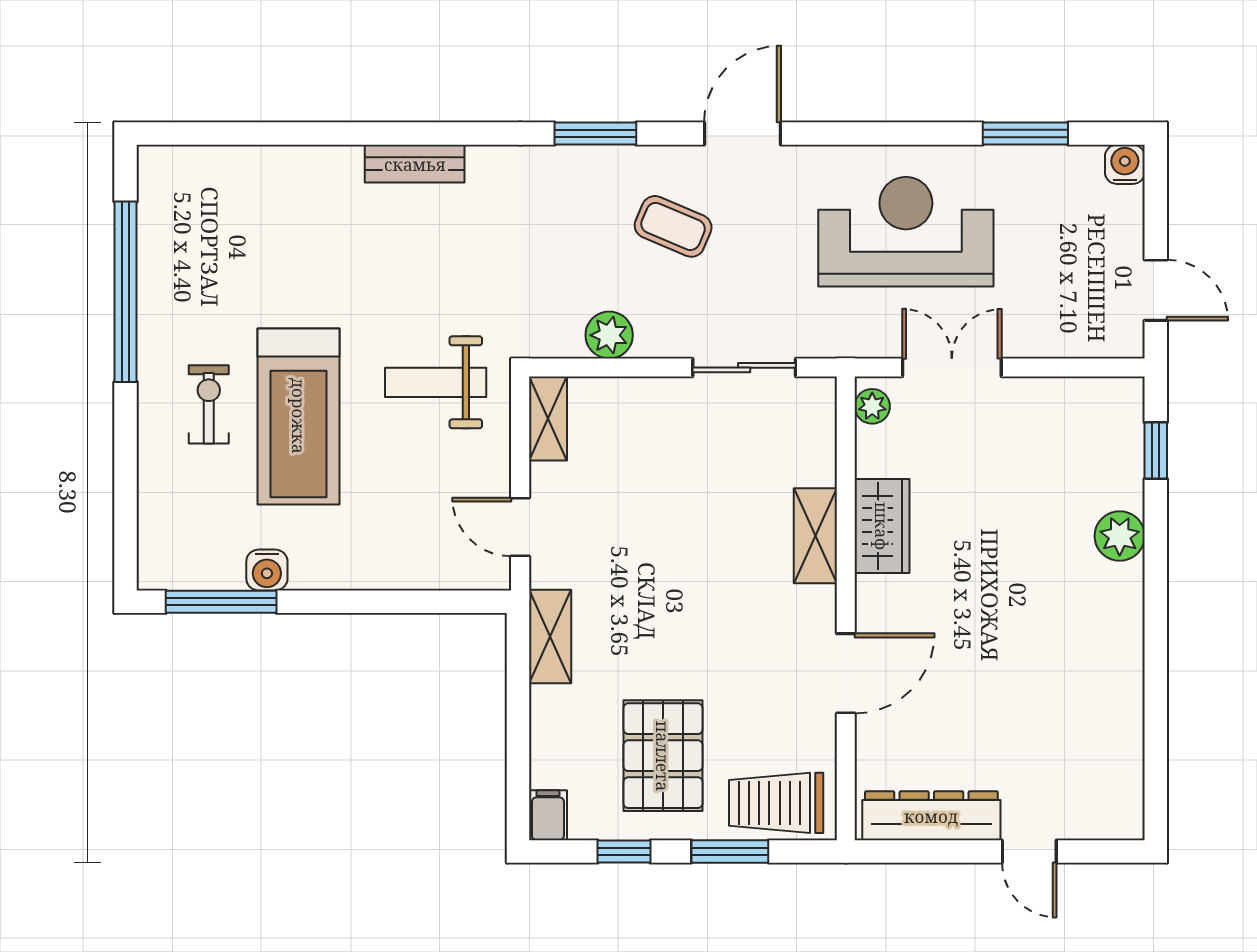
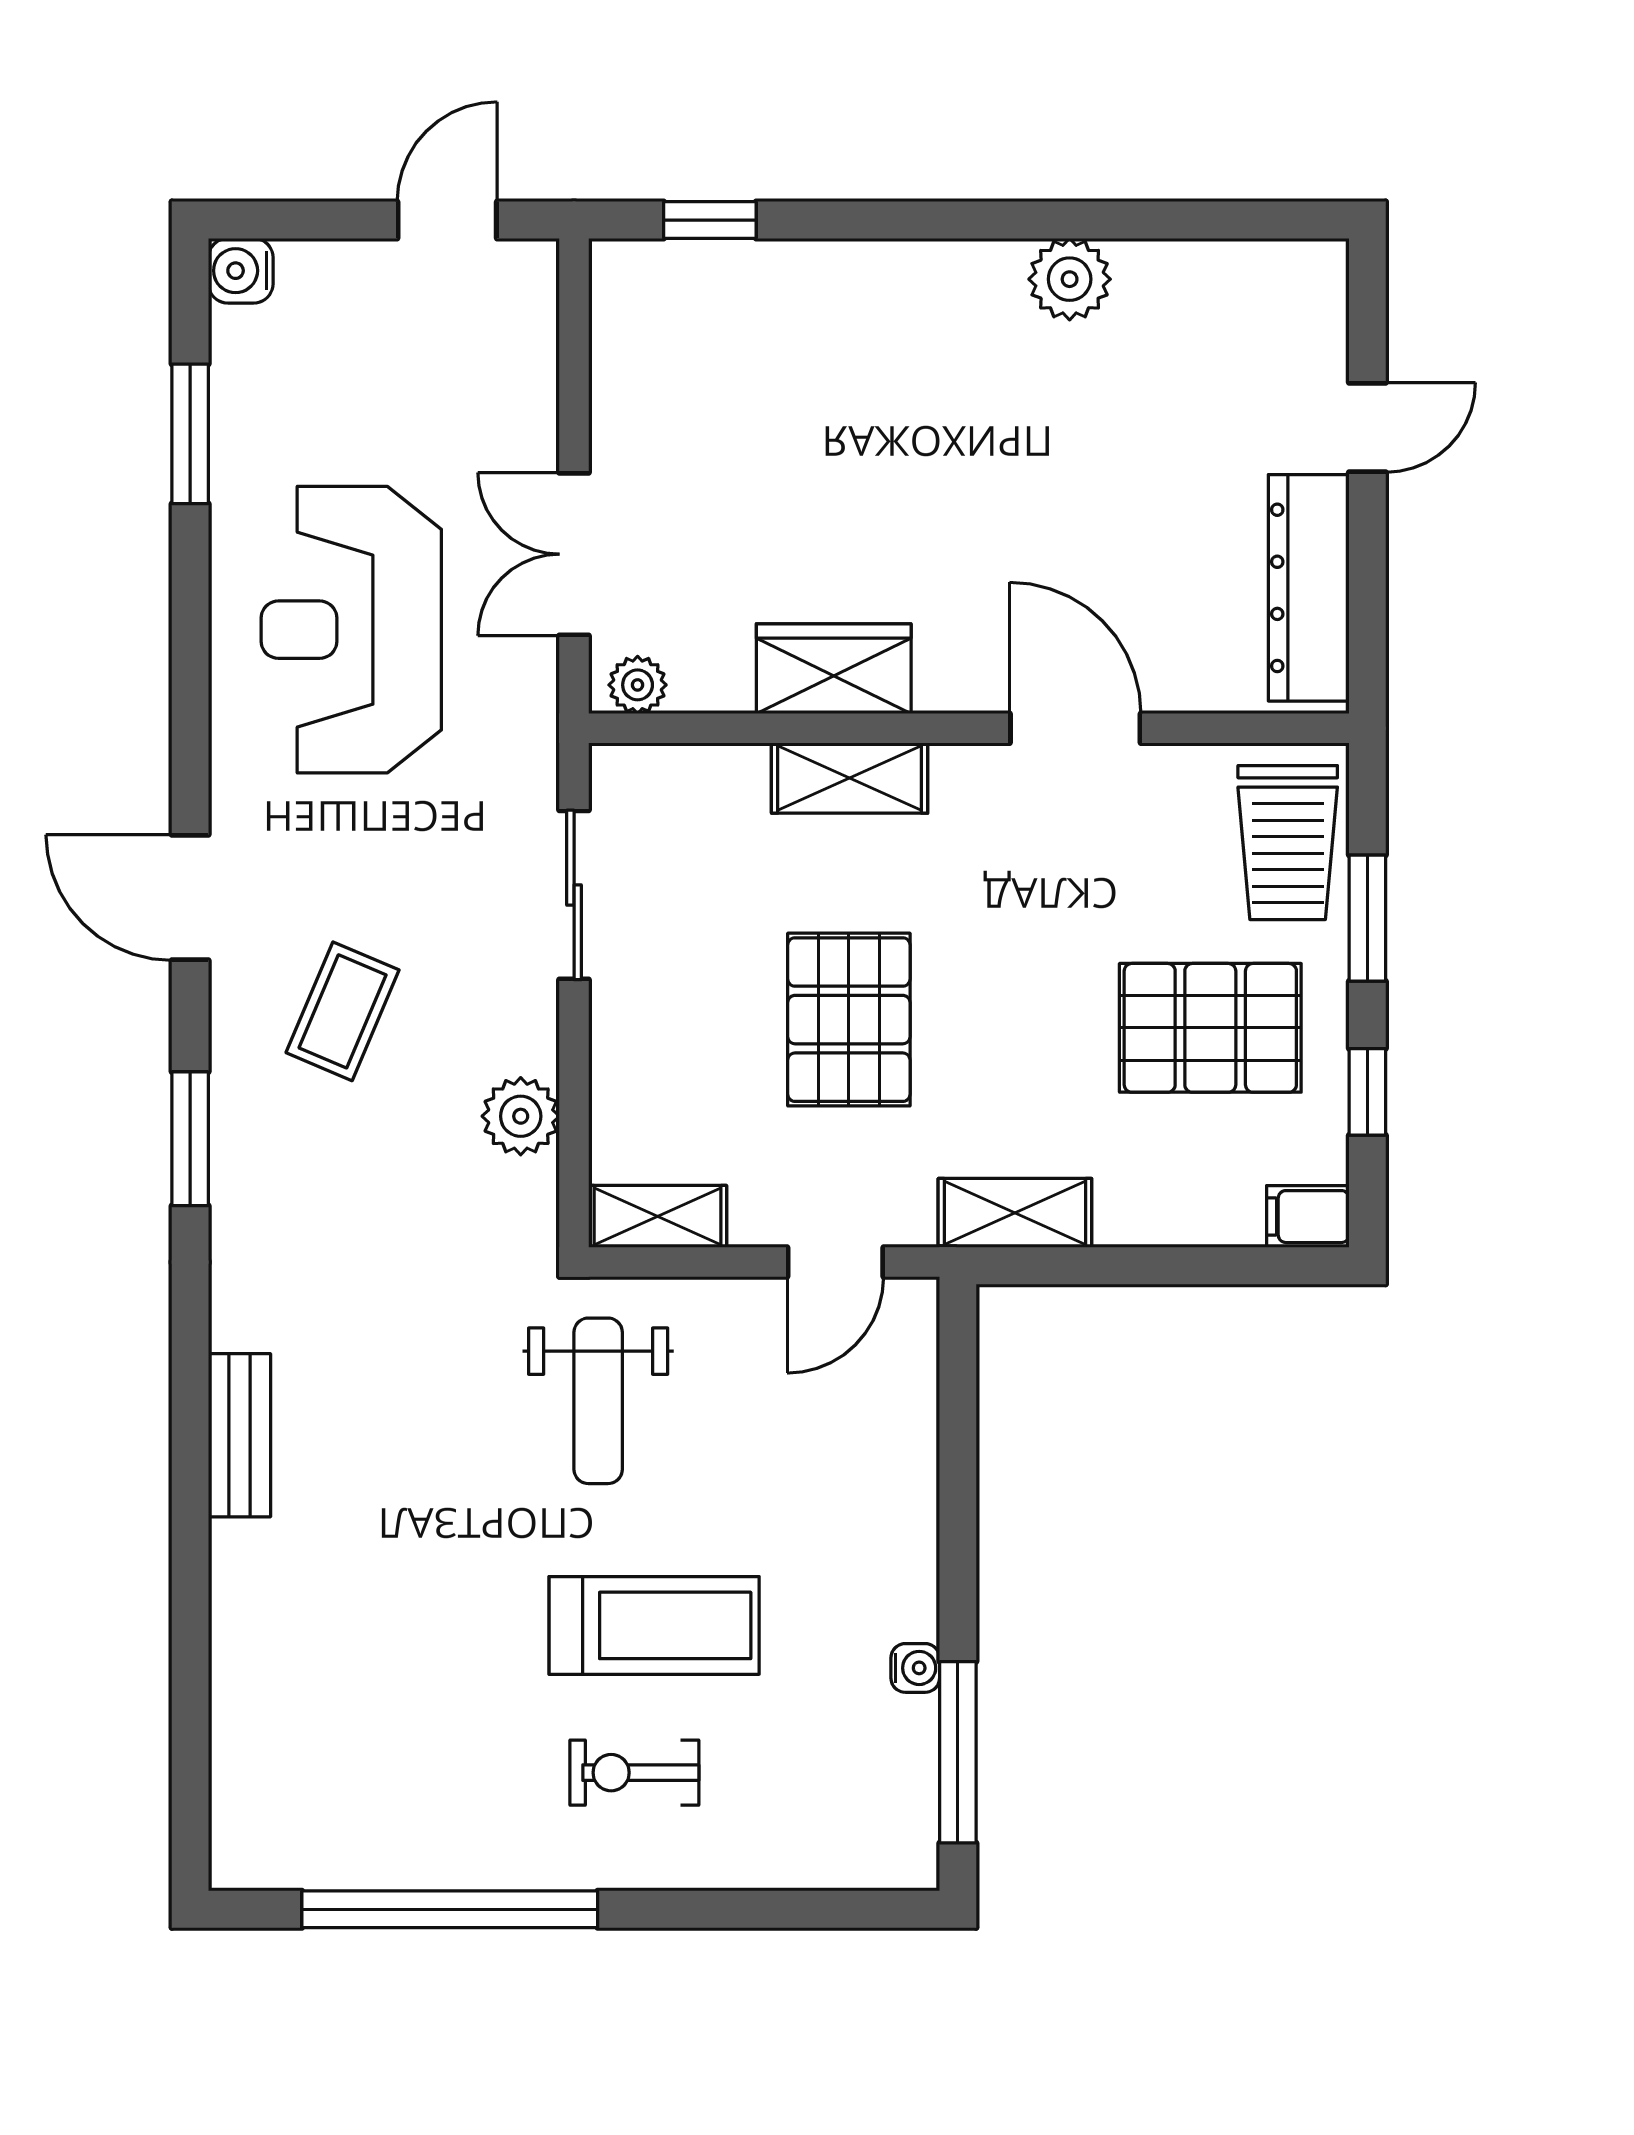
treadmill: (299, 416) -> (654, 1625), width x0.73, depth x0.73
pallet: (668, 535) -> (849, 1020), added
plant: (1120, 536) -> (1070, 279), moved
water cooler: (267, 570) -> (915, 1668), width x0.72, depth x0.72

